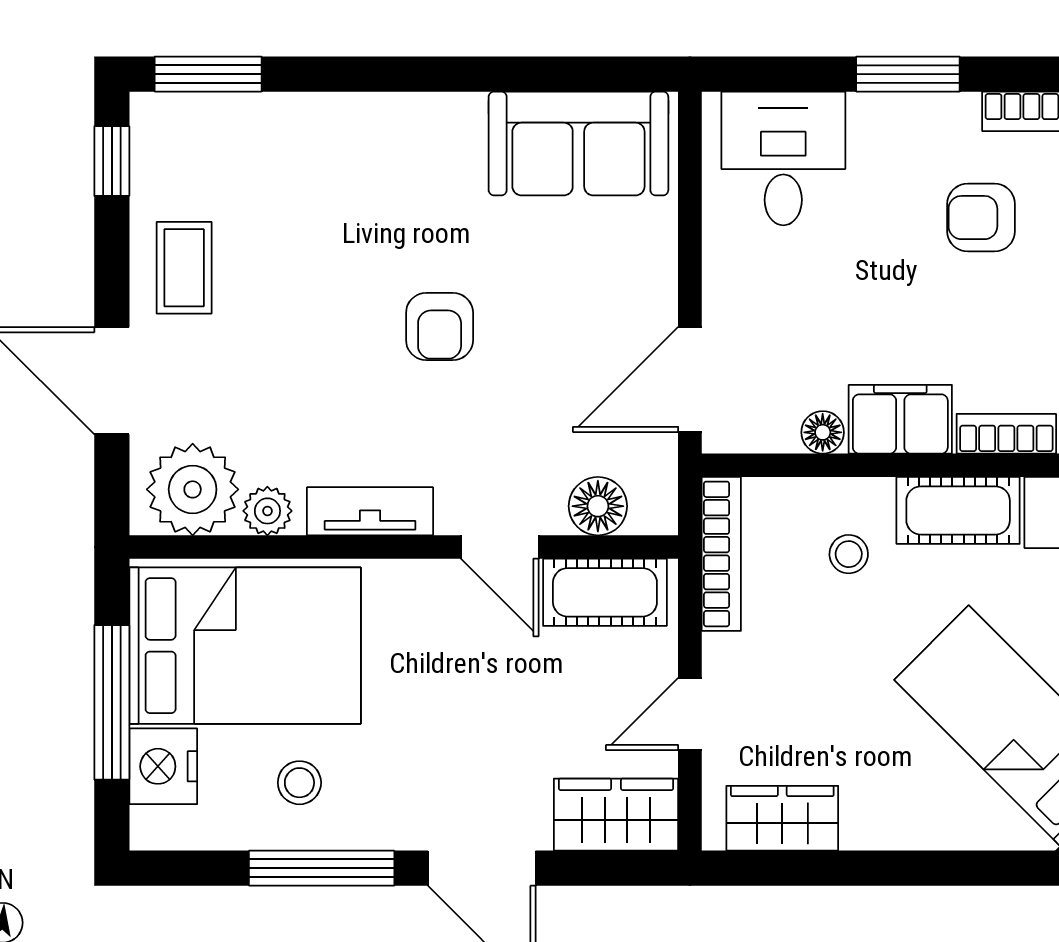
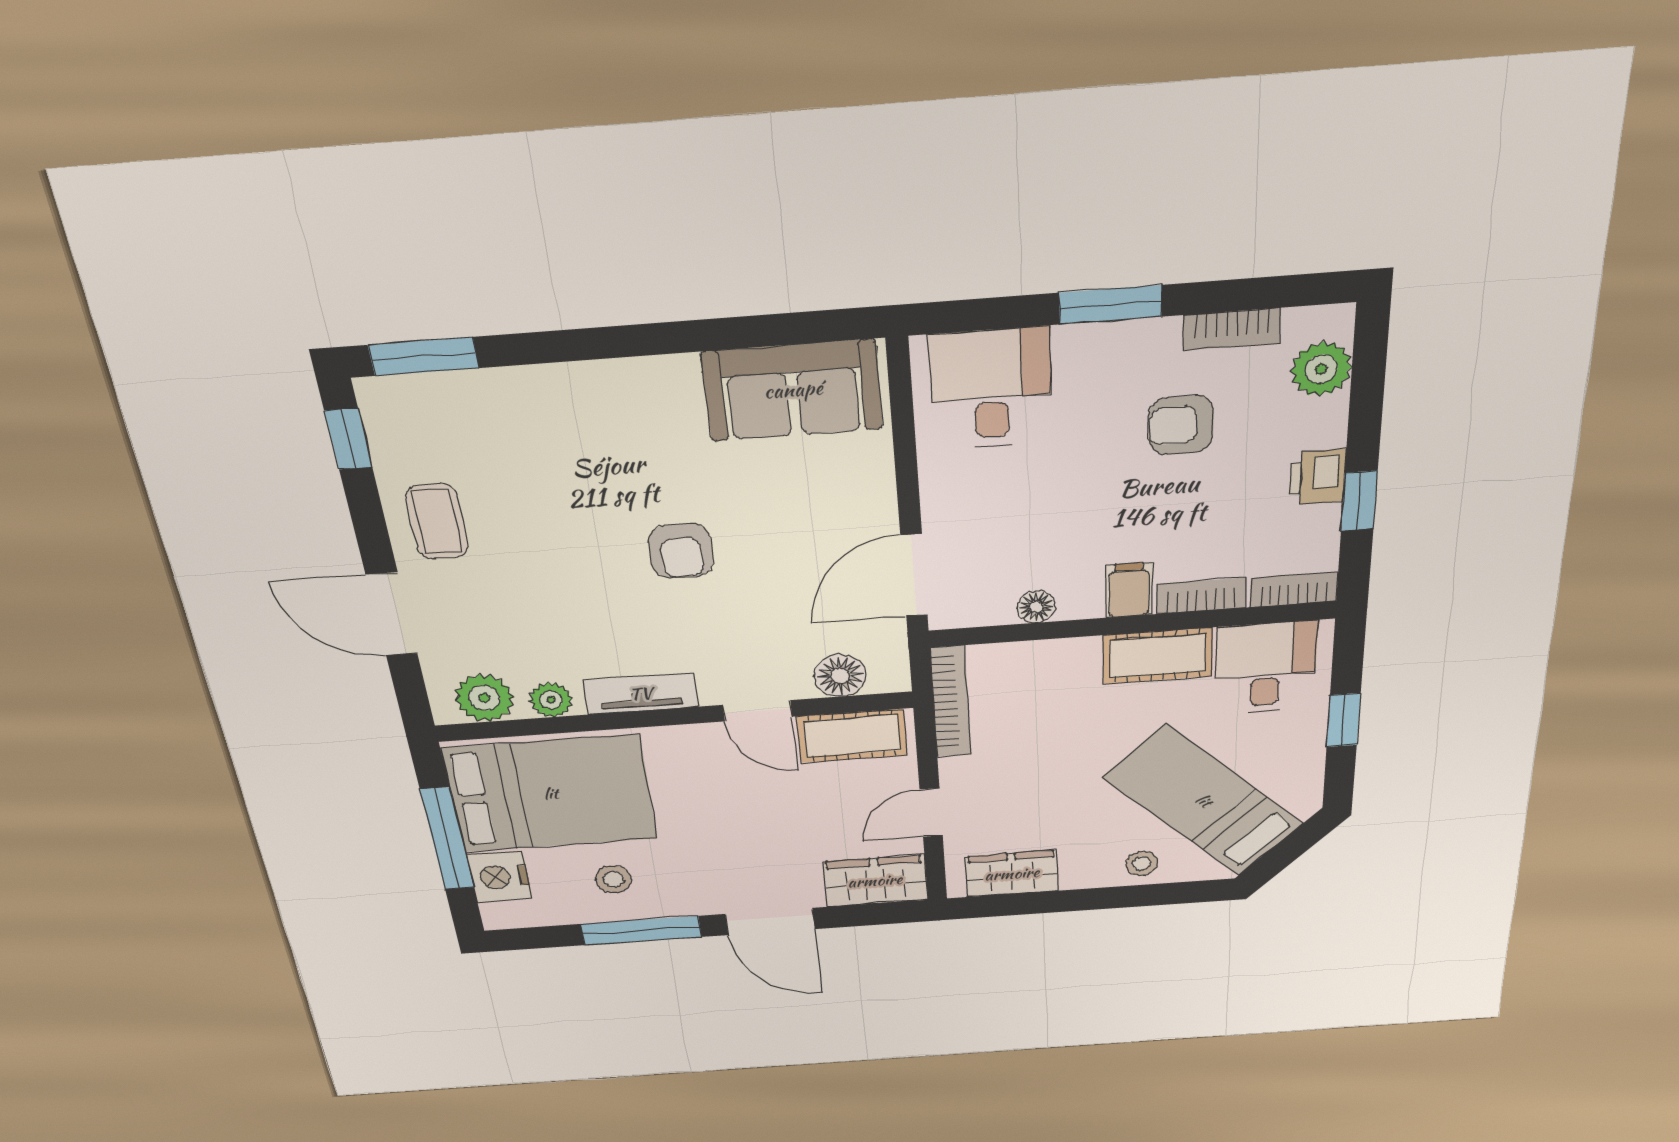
filing cabinet: (900, 419) -> (1129, 590), width x0.50
plant: (193, 489) -> (484, 698), width x0.73, depth x0.73
stool: (849, 554) -> (1142, 863), moved

